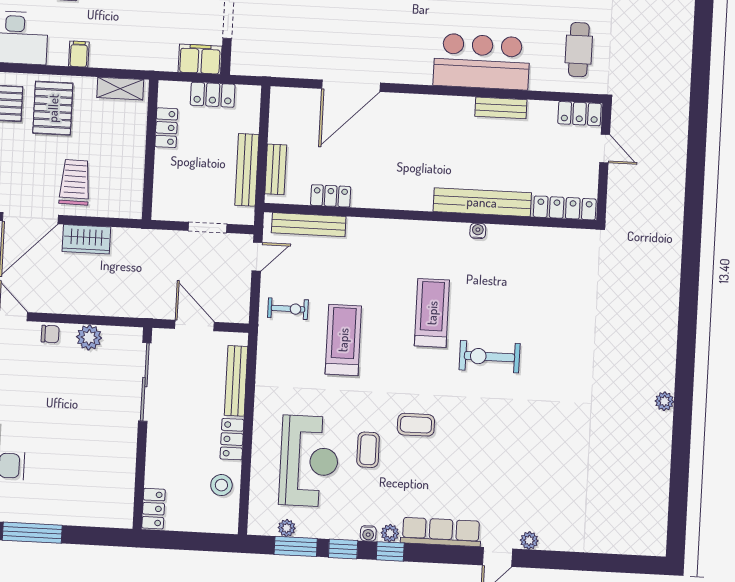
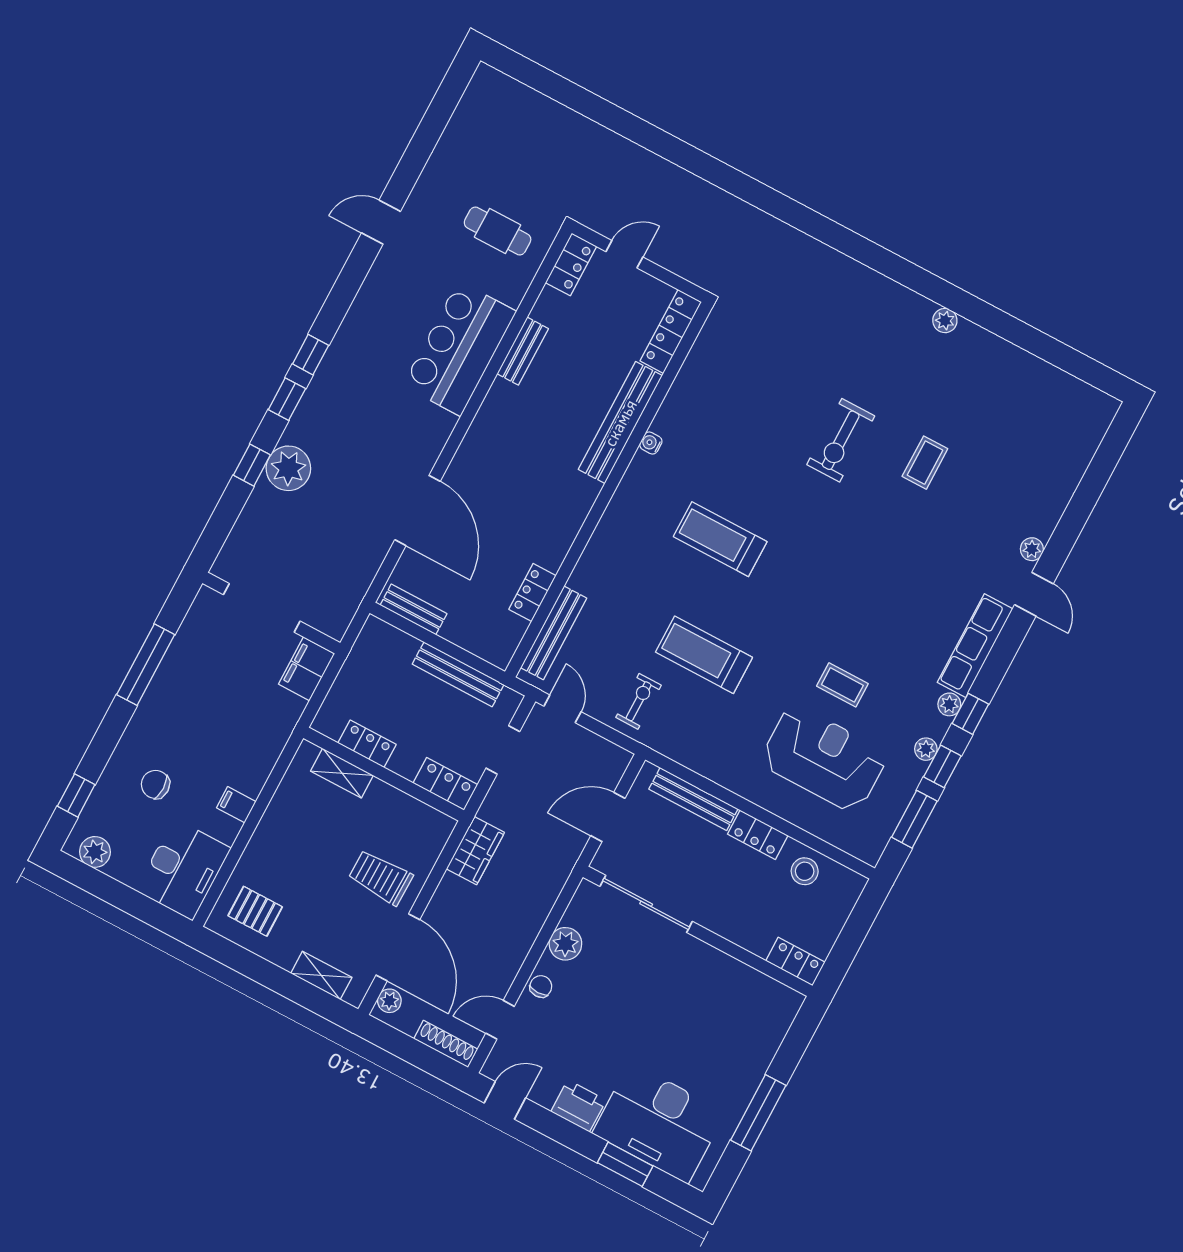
shelving: (120, 89) -> (342, 773), moved, turned 90
locker: (213, 95) -> (445, 784), moved, turned -90
pallet: (53, 108) -> (284, 863), removed
bench: (276, 169) -> (413, 609), moved
wardrobe: (86, 239) -> (475, 851), moved
exercise bike: (490, 357) -> (841, 440), moved
coffee table: (416, 425) -> (925, 463), moved
plant: (287, 528) -> (926, 749), moved
water cooler: (368, 533) -> (938, 729), removed

